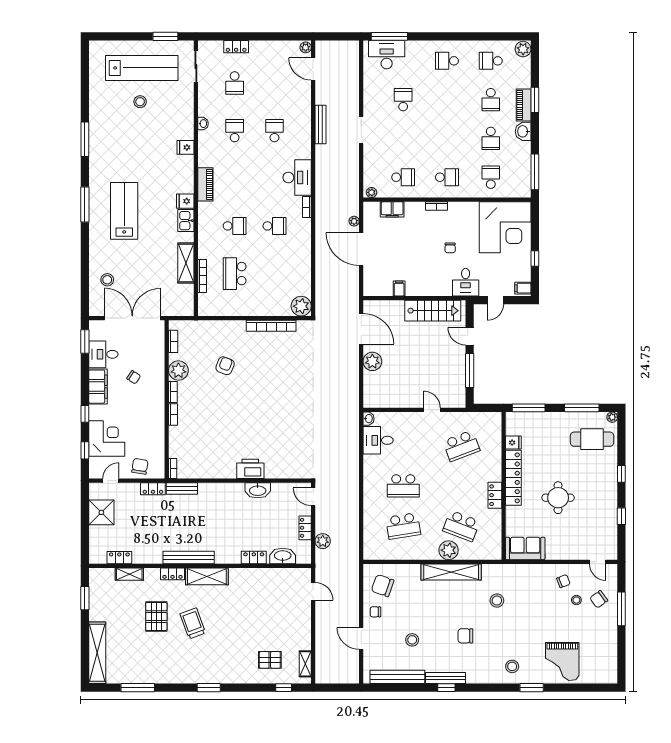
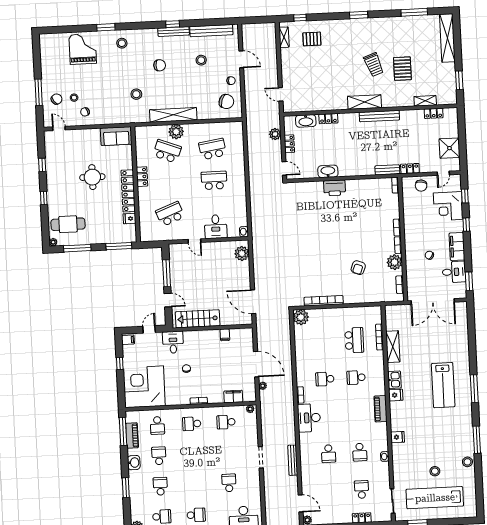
school desk: (403, 100) -> (229, 483), turned 180
piano: (524, 105) -> (132, 435), moved
stool: (107, 280) -> (467, 462), moved
plant: (372, 361) -> (242, 253), moved
desk: (378, 440) -> (216, 227), moved, turned 90
locker: (173, 574) -> (391, 103), removed

